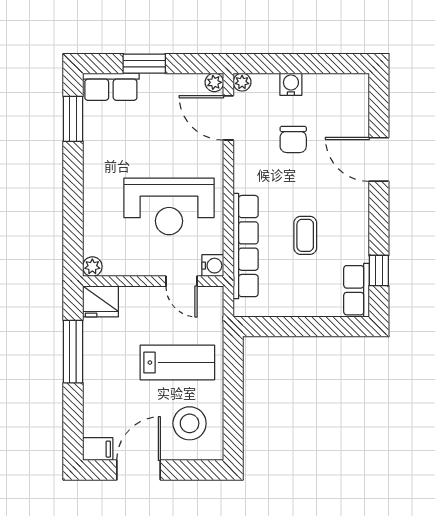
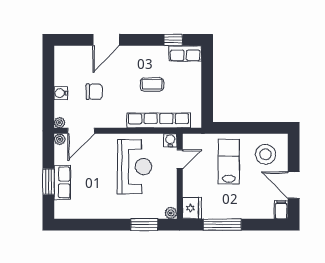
row of seats: (111, 87) -> (62, 182), moved
window: (73, 119) -> (144, 225), moved

